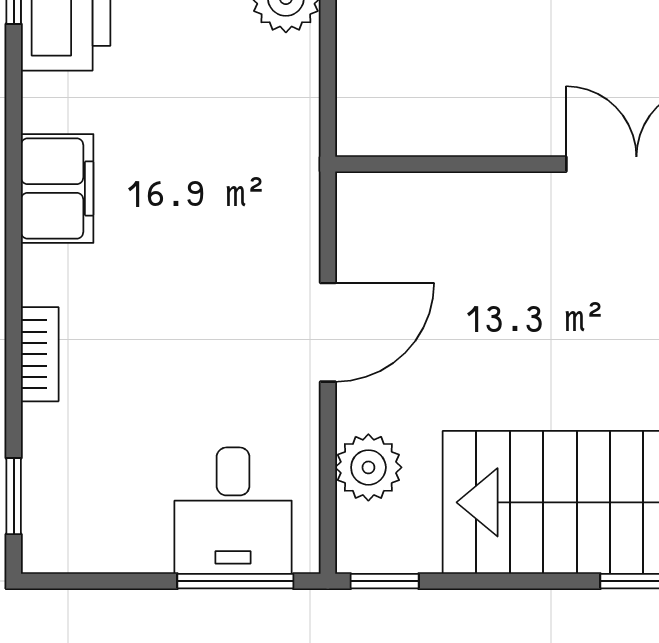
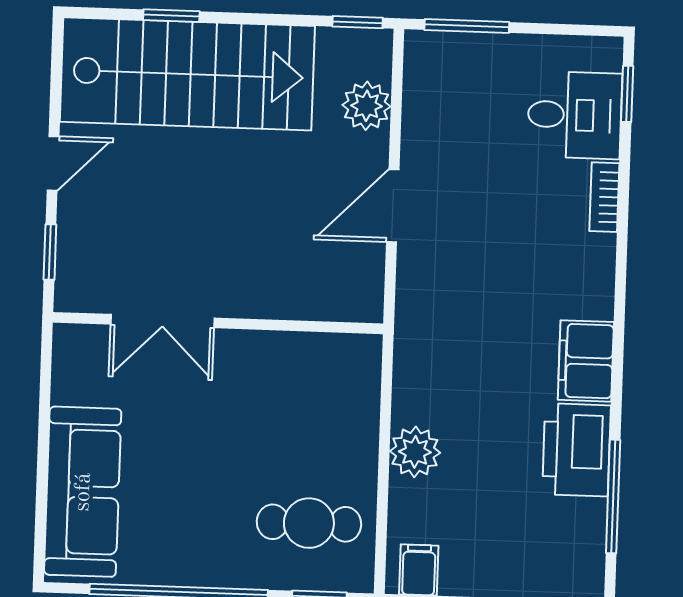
filing cabinet: (57, 189) -> (586, 361), moved
desk: (233, 511) -> (575, 115), moved, turned 90

